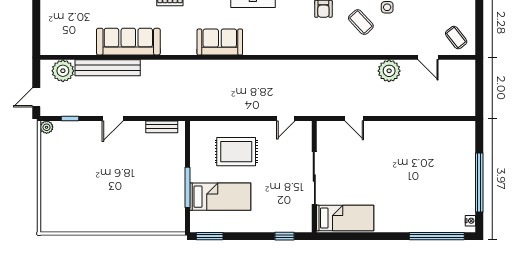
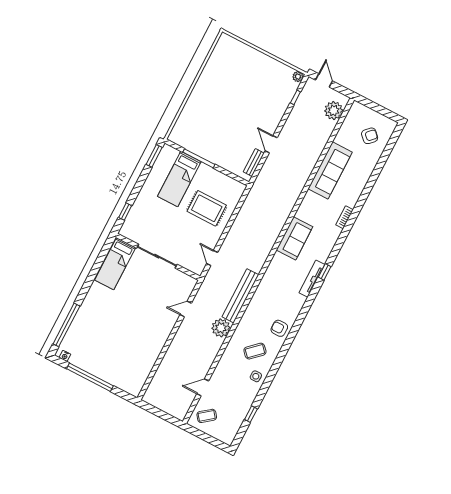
armchair: (70, 19) -> (370, 136), added
bench: (108, 68) -> (240, 296), moved
plant: (389, 71) -> (221, 328), moved
door: (113, 118) -> (271, 144), moved
rug: (236, 152) -> (207, 208), turned 90

